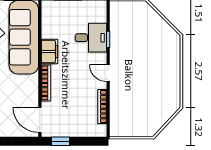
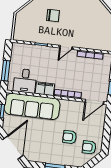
desk: (91, 38) -> (25, 81), moved, turned 180
chair: (149, 51) -> (53, 16), added

